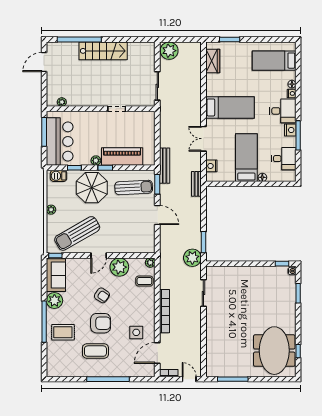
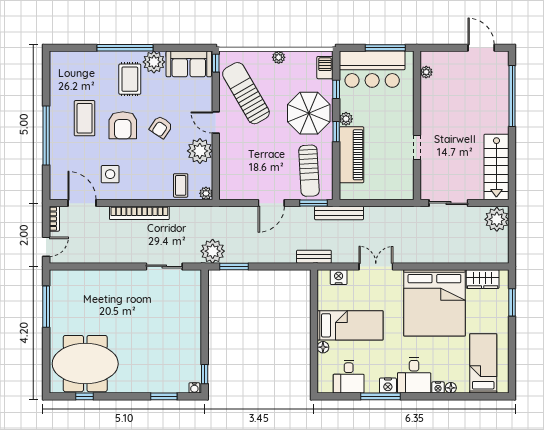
stairs: (103, 51) -> (496, 167), moved
bed: (230, 107) -> (434, 303), width x2.04
rug: (63, 332) -> (130, 79), moved

